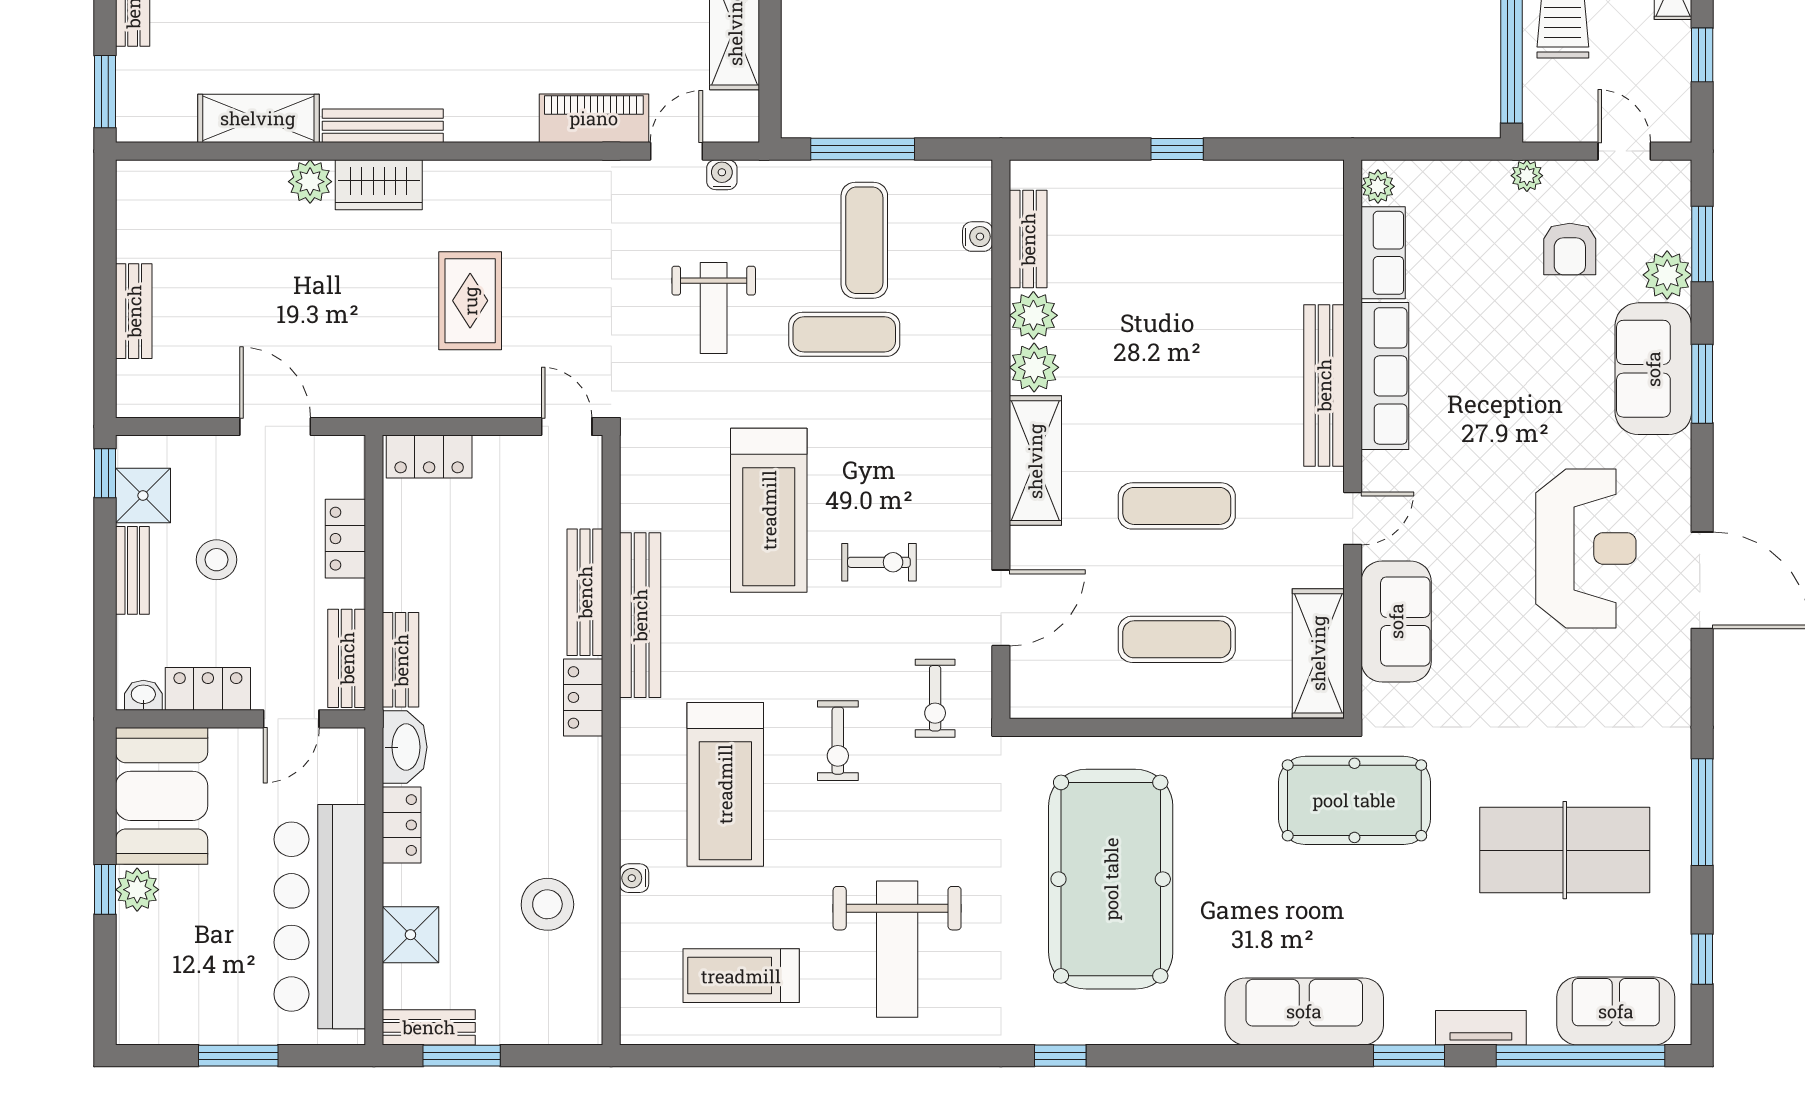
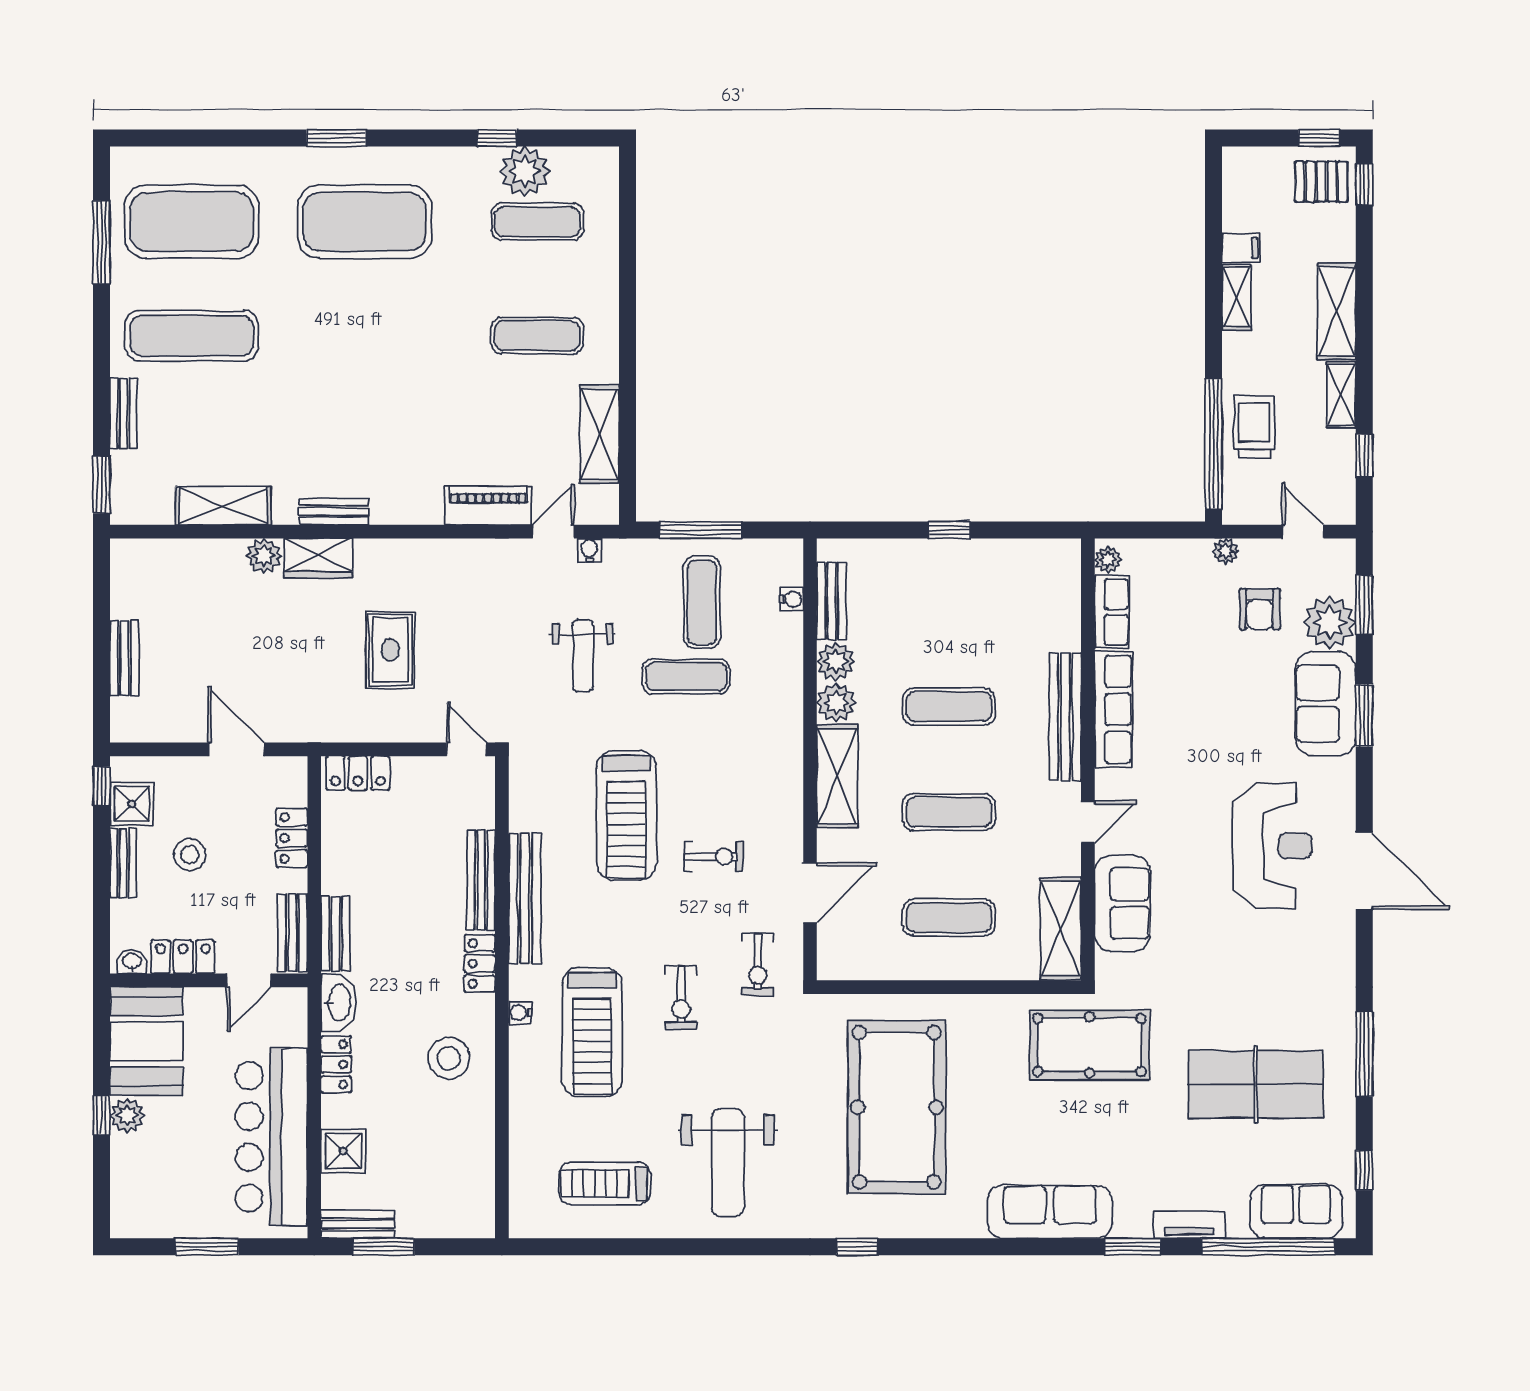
bench: (383, 126) -> (334, 512), width x0.73
plant: (1667, 275) -> (1330, 623), width x1.36, depth x1.36
exercise mat: (1177, 372) -> (949, 707), added
water cooler: (634, 878) -> (520, 1012), moved
stool: (547, 904) -> (449, 1058), moved

